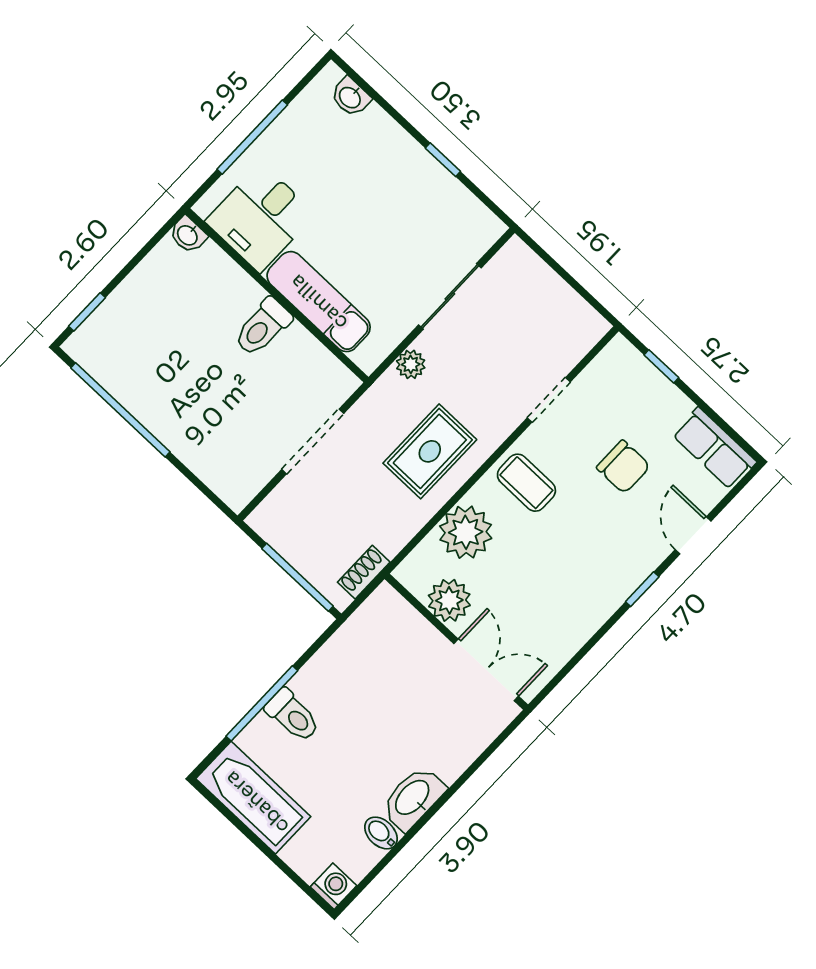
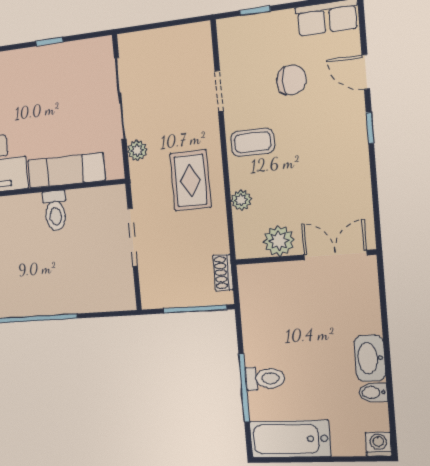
sliding door: (450, 296) -> (120, 98), width x1.37
plant: (466, 532) -> (241, 200), width x0.53, depth x0.53

